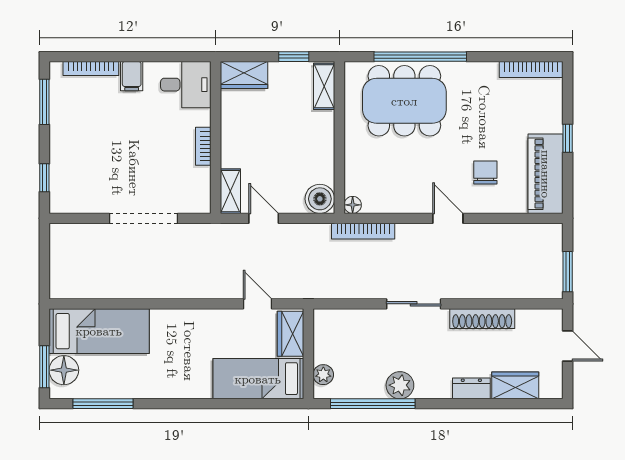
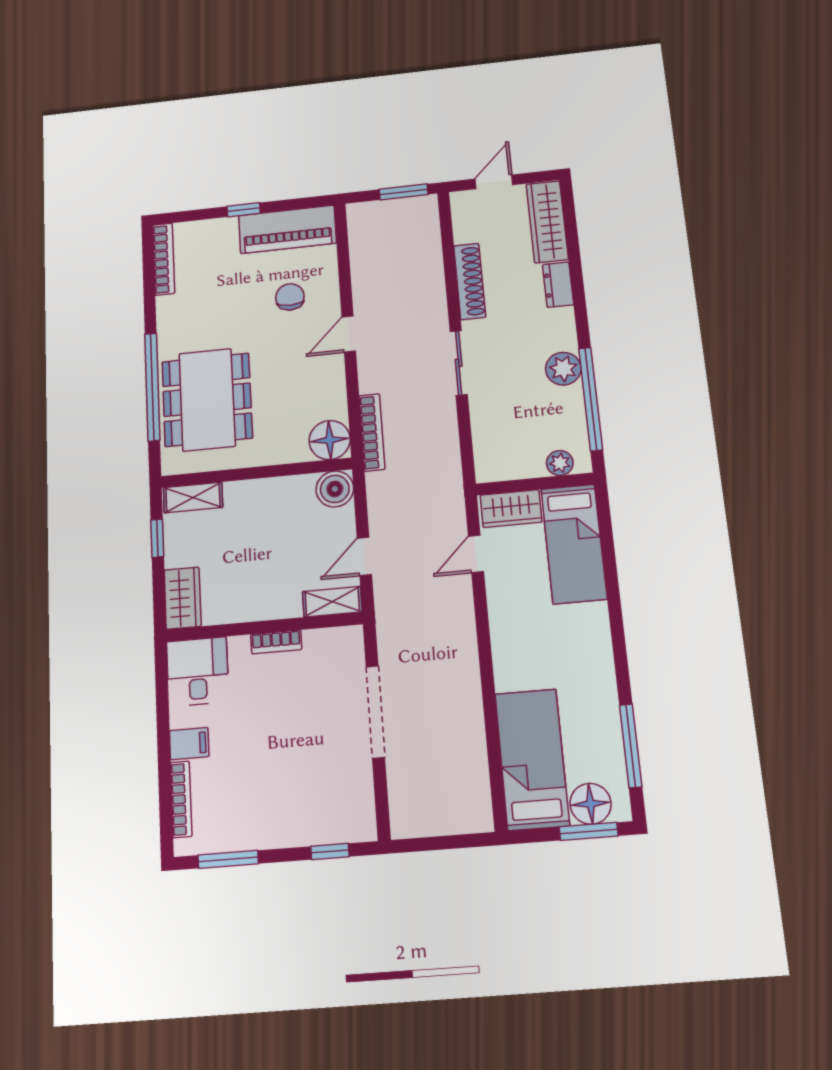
chair: (485, 172) -> (290, 297), turned 90
floor lamp: (353, 205) -> (330, 440), width x1.89, depth x1.89
wardrobe: (515, 385) -> (547, 222), width x1.50

